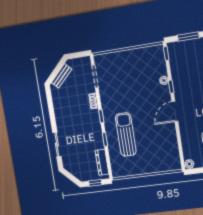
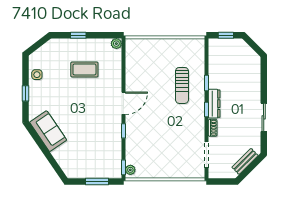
plant: (164, 80) -> (130, 170), moved
sun lounger: (126, 134) -> (182, 85), width x0.73, depth x0.75
sliding door: (57, 145) -> (264, 117), moved
dresser: (102, 162) -> (214, 104), moved

